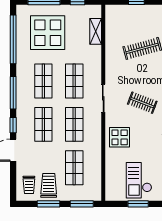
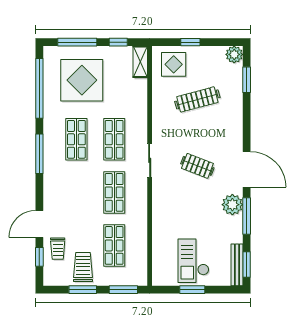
shelving: (96, 31) -> (140, 62), moved
shop shelf: (43, 124) -> (76, 192), removed
window: (13, 125) -> (39, 257), moved
display table: (120, 137) -> (174, 64), moved
trolley: (29, 185) -> (58, 249), moved

